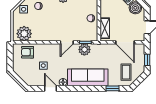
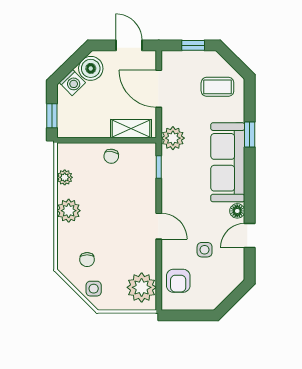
door: (67, 42) -> (159, 226), moved
door: (125, 42) -> (159, 89), swing flipped
plant: (84, 49) -> (173, 138), moved
window: (112, 88) -> (250, 134), moved

